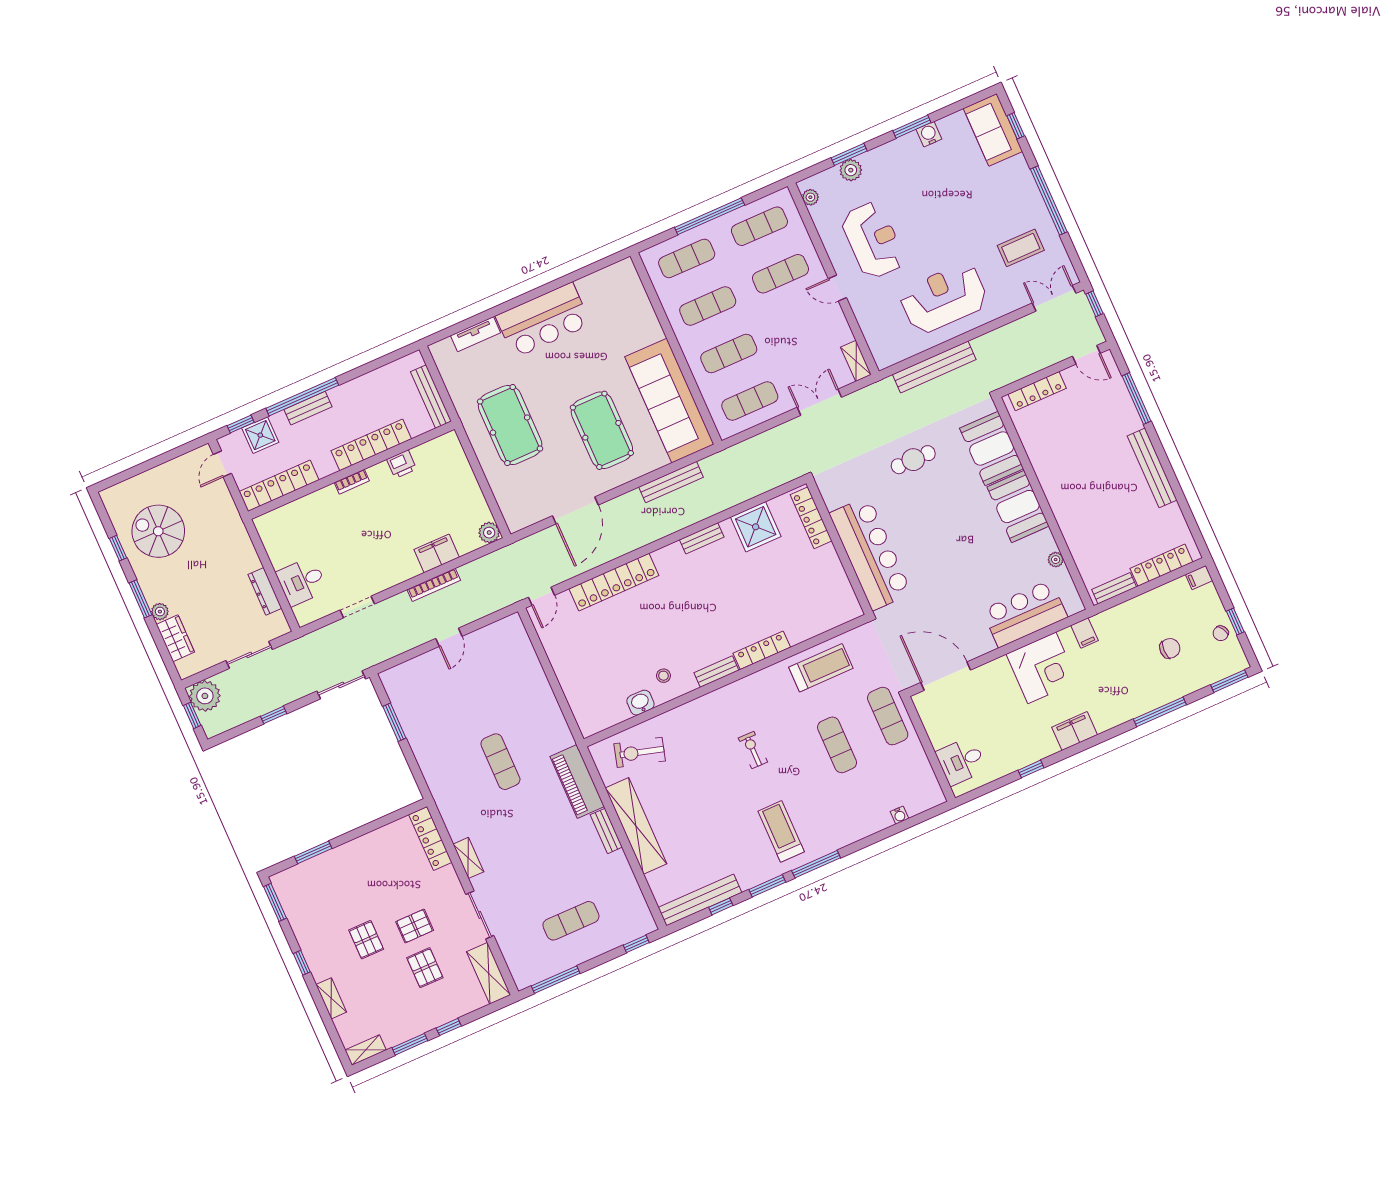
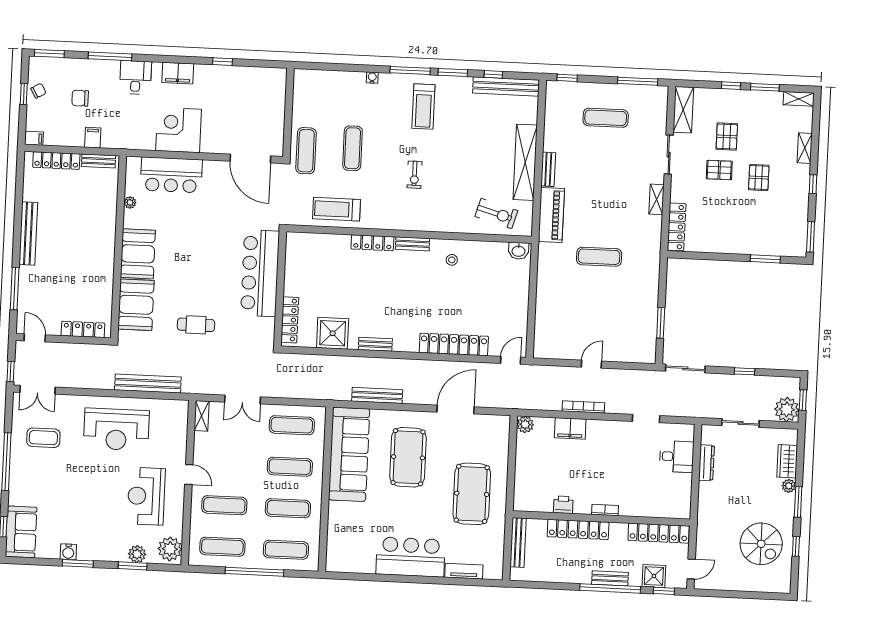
plant: (810, 197) -> (170, 549), width x1.87, depth x1.87
filing cabinet: (1084, 633) -> (93, 138), moved
washbasin: (640, 703) -> (519, 251), moved
desk: (961, 761) -> (136, 77), moved, turned -90
exercise mat: (500, 762) -> (599, 257), turned 90
water cooler: (899, 815) -> (372, 78), moved

